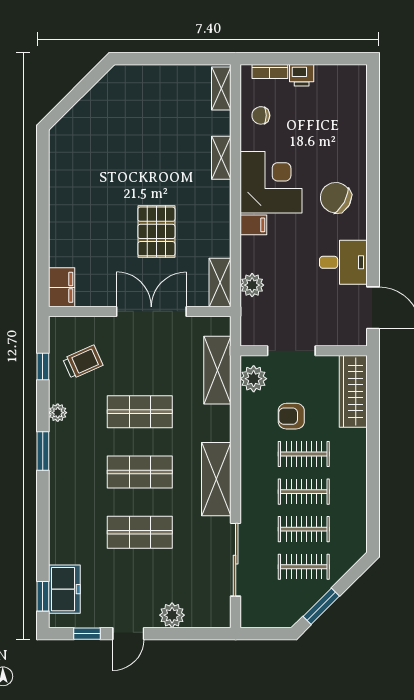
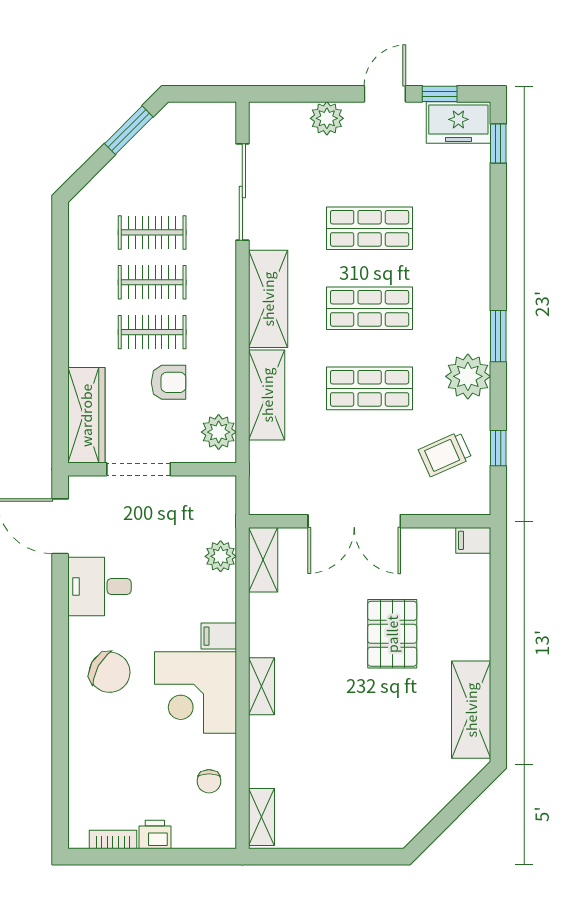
bookcase: (270, 72) -> (113, 840), moved
chair: (261, 115) -> (209, 781), turned 90
shelving: (221, 158) -> (261, 686), moved
shelving: (63, 170) -> (471, 710), added
pallet: (156, 231) -> (392, 634), moved
filing cabinet: (62, 287) -> (473, 540), width x0.50
doorway: (291, 351) -> (139, 469), moved
shelving: (217, 370) -> (267, 395), moved
plant: (58, 413) -> (468, 376), width x1.88, depth x1.88
clothes rail: (304, 567) -> (152, 183), removed
freezer: (64, 589) -> (458, 122), moved, turned -90

